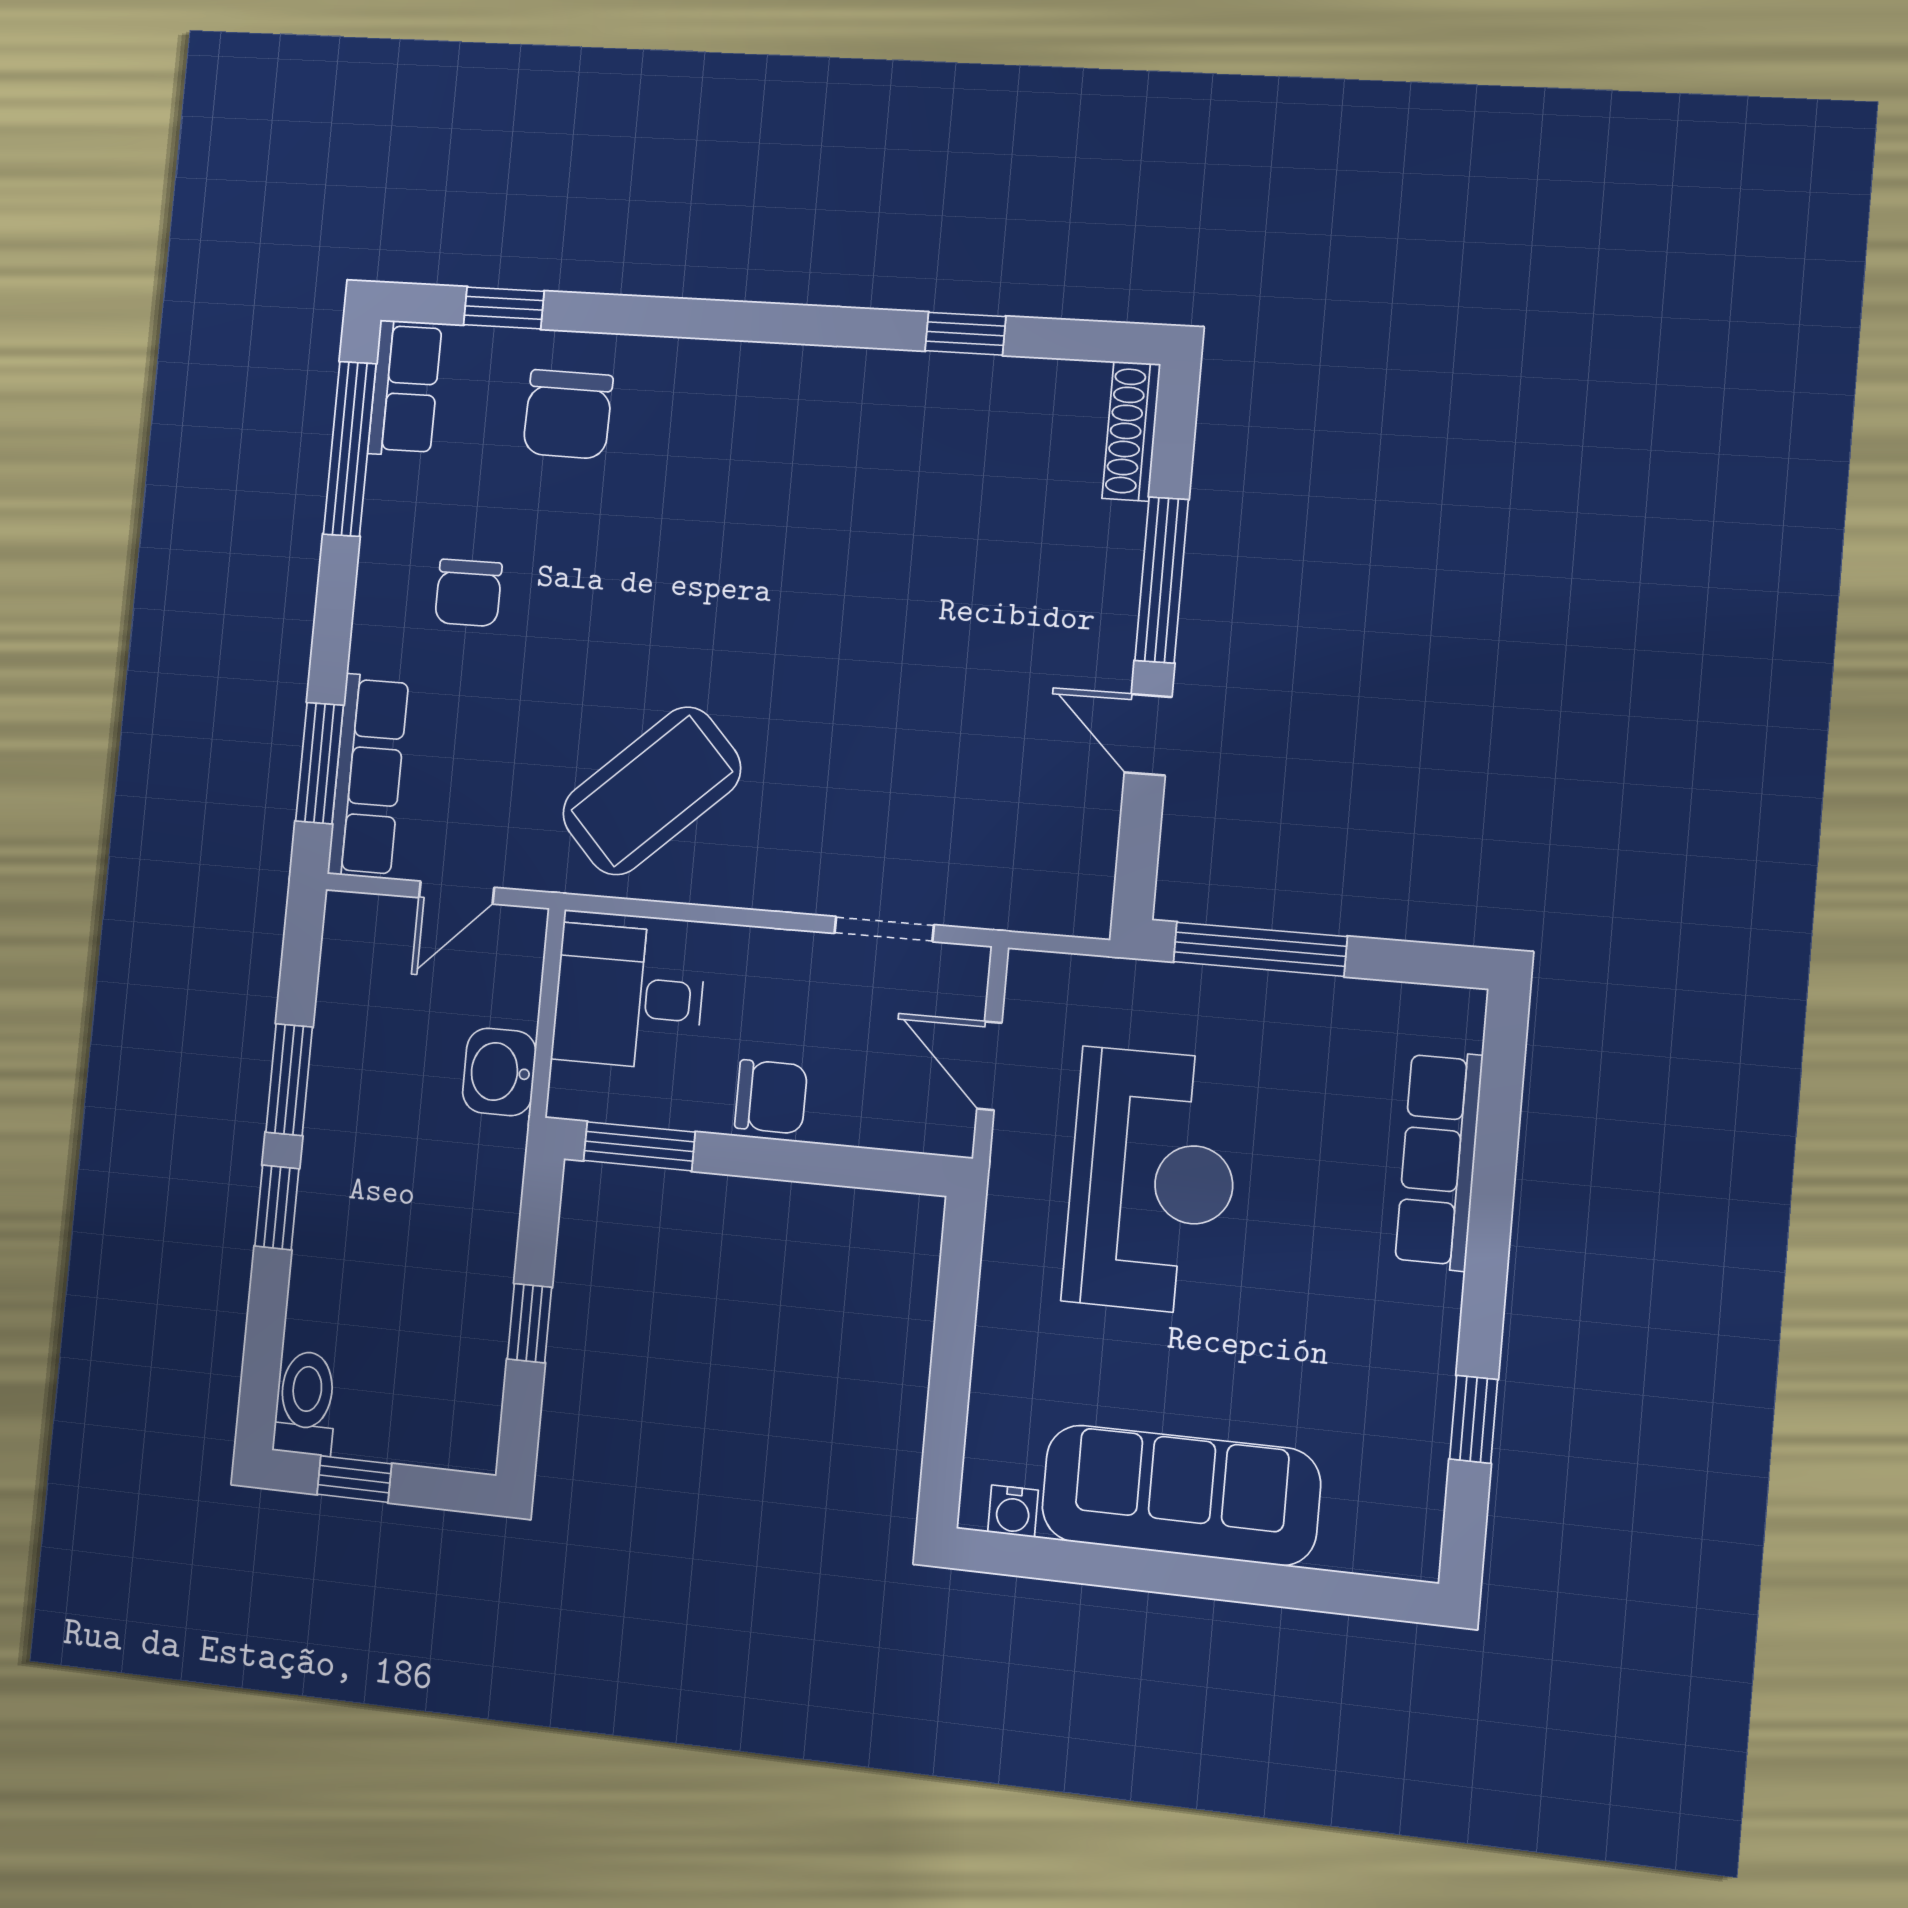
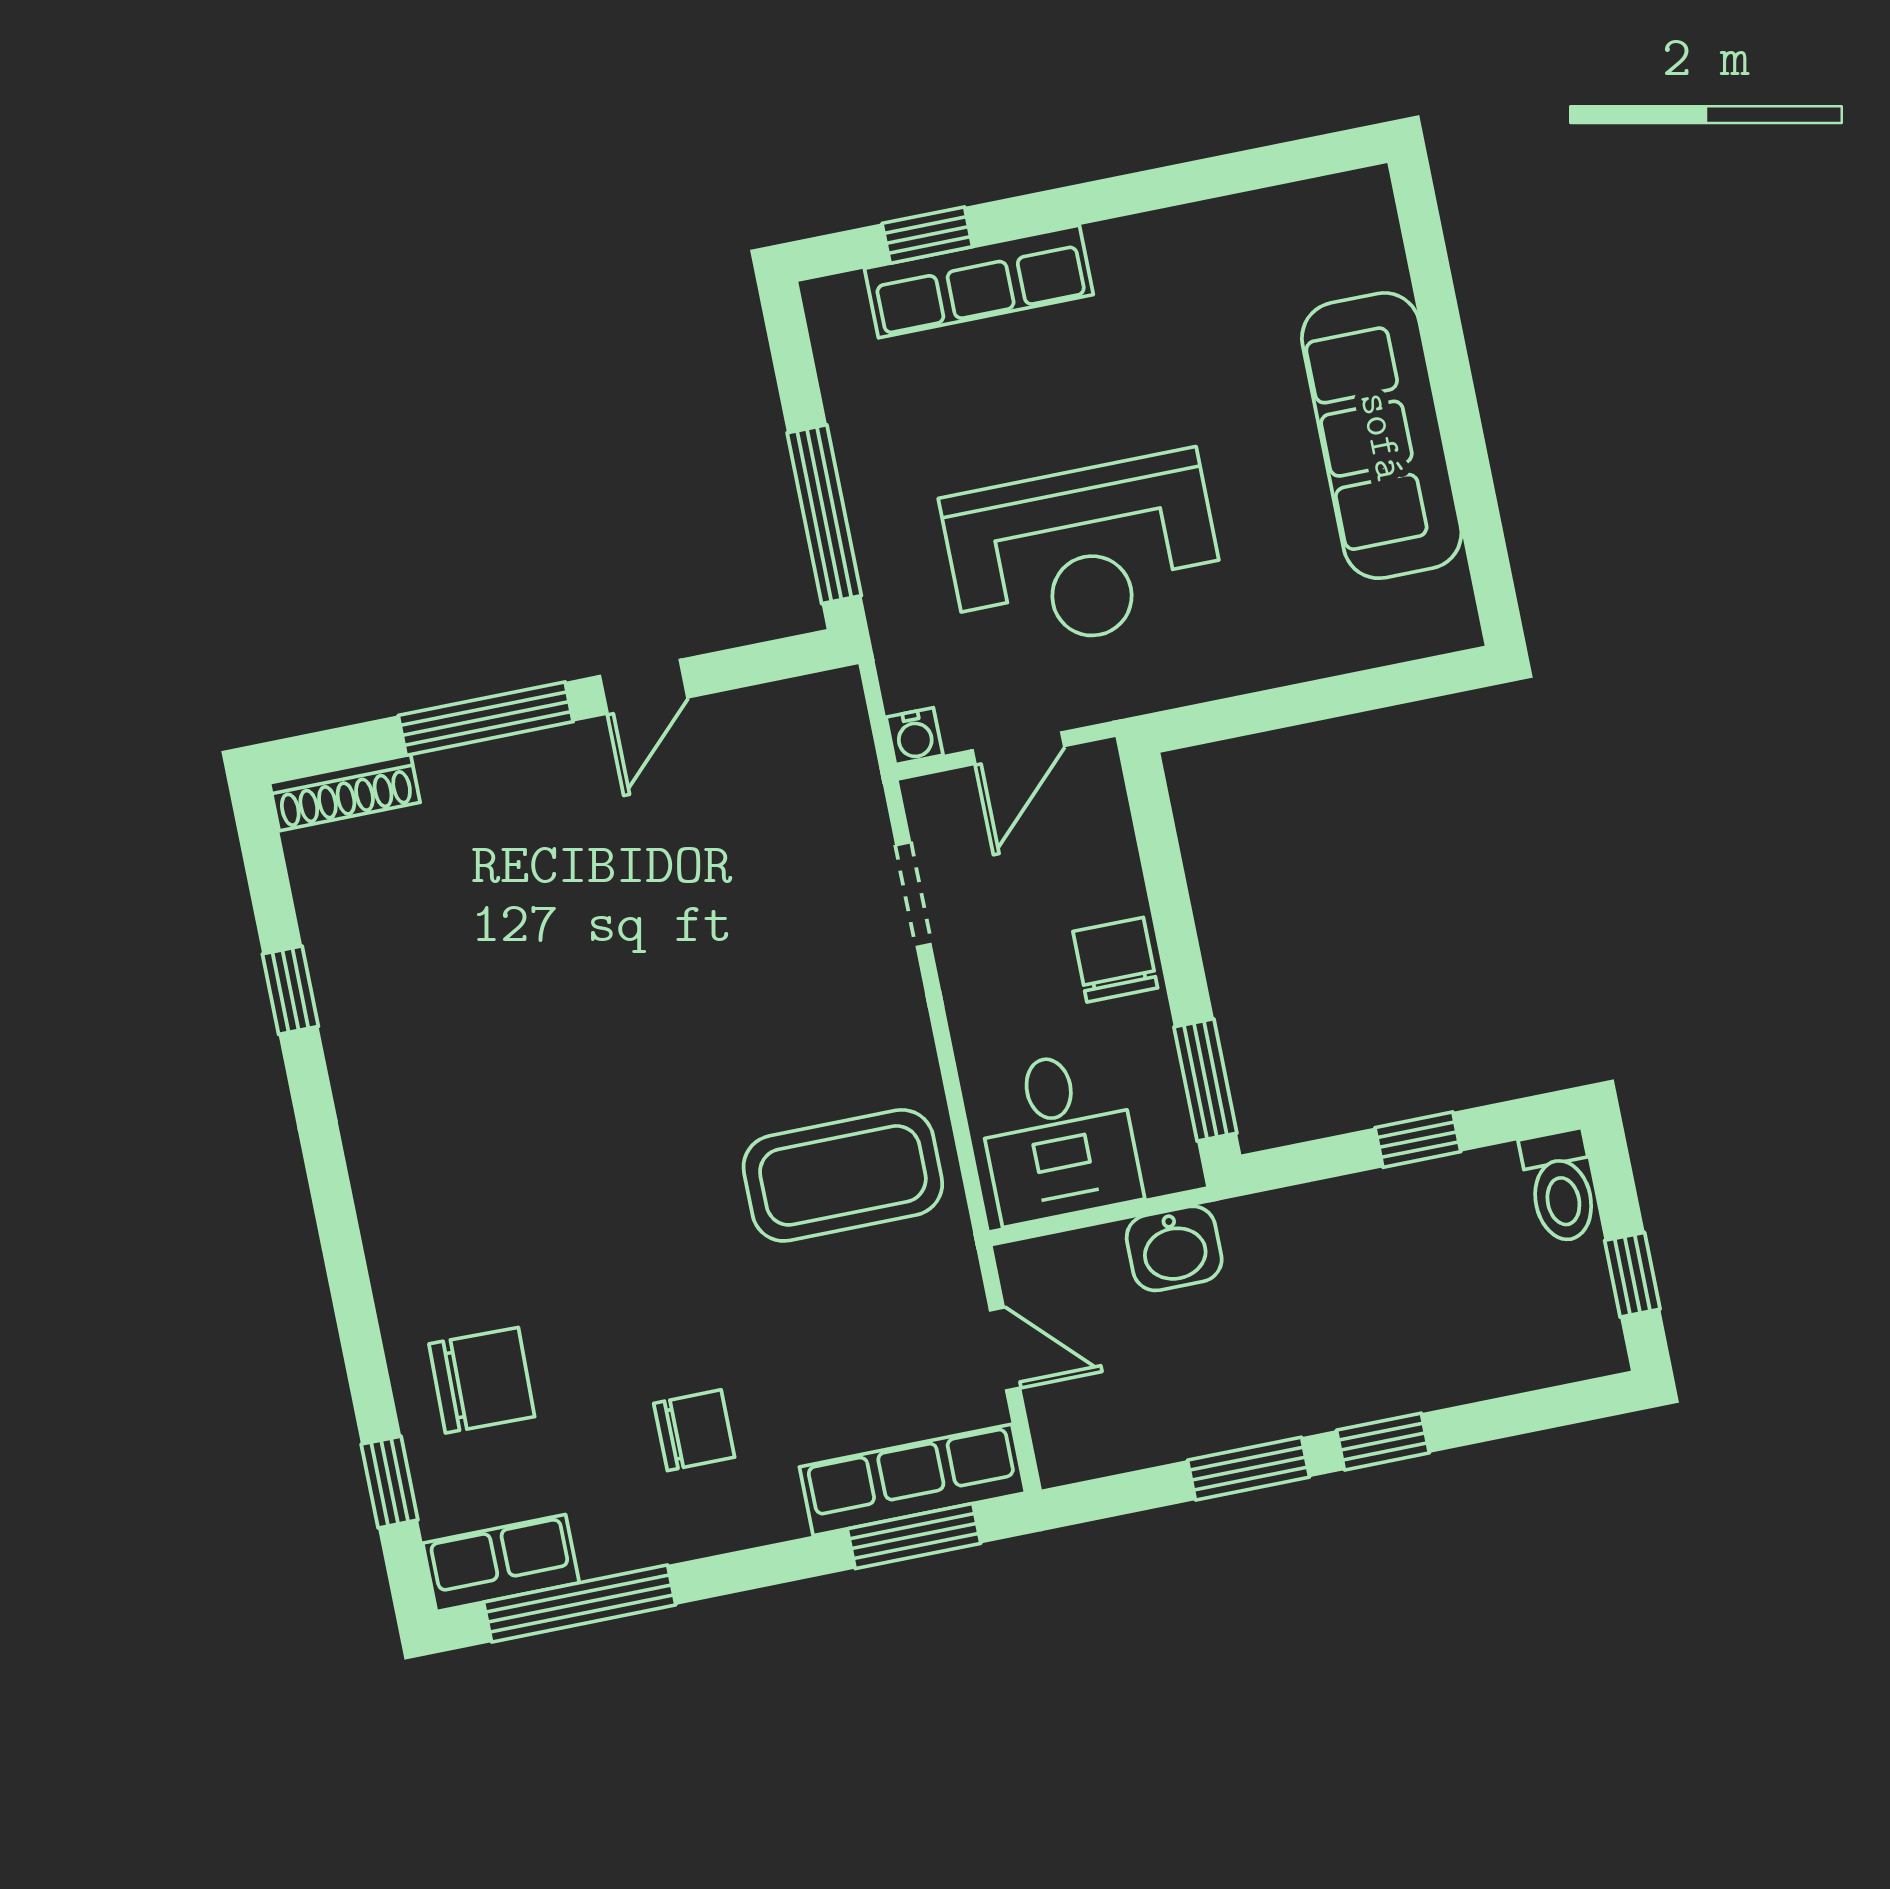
coffee table: (652, 791) -> (843, 1175), turned -47
reception desk: (1152, 1181) -> (1083, 554), turned 180
toilet: (306, 1403) -> (1560, 1186), moved, turned -90
window: (1474, 1419) -> (927, 235), moved
water cooler: (1013, 1511) -> (914, 736), moved, turned 90

